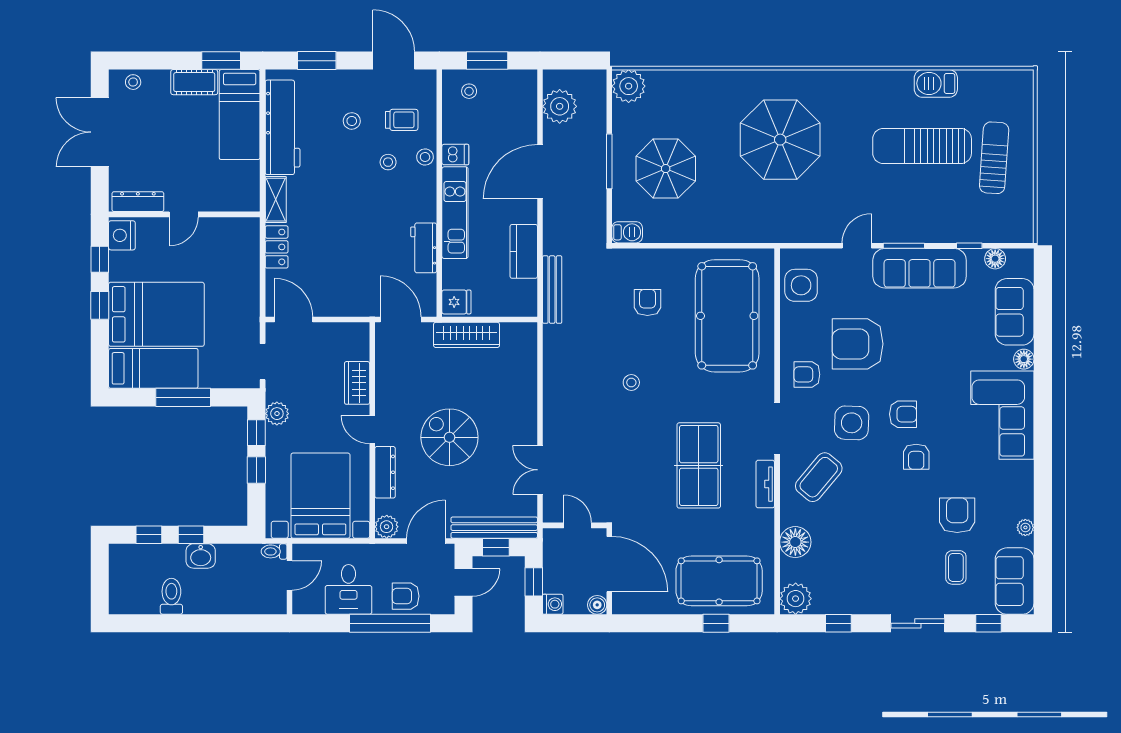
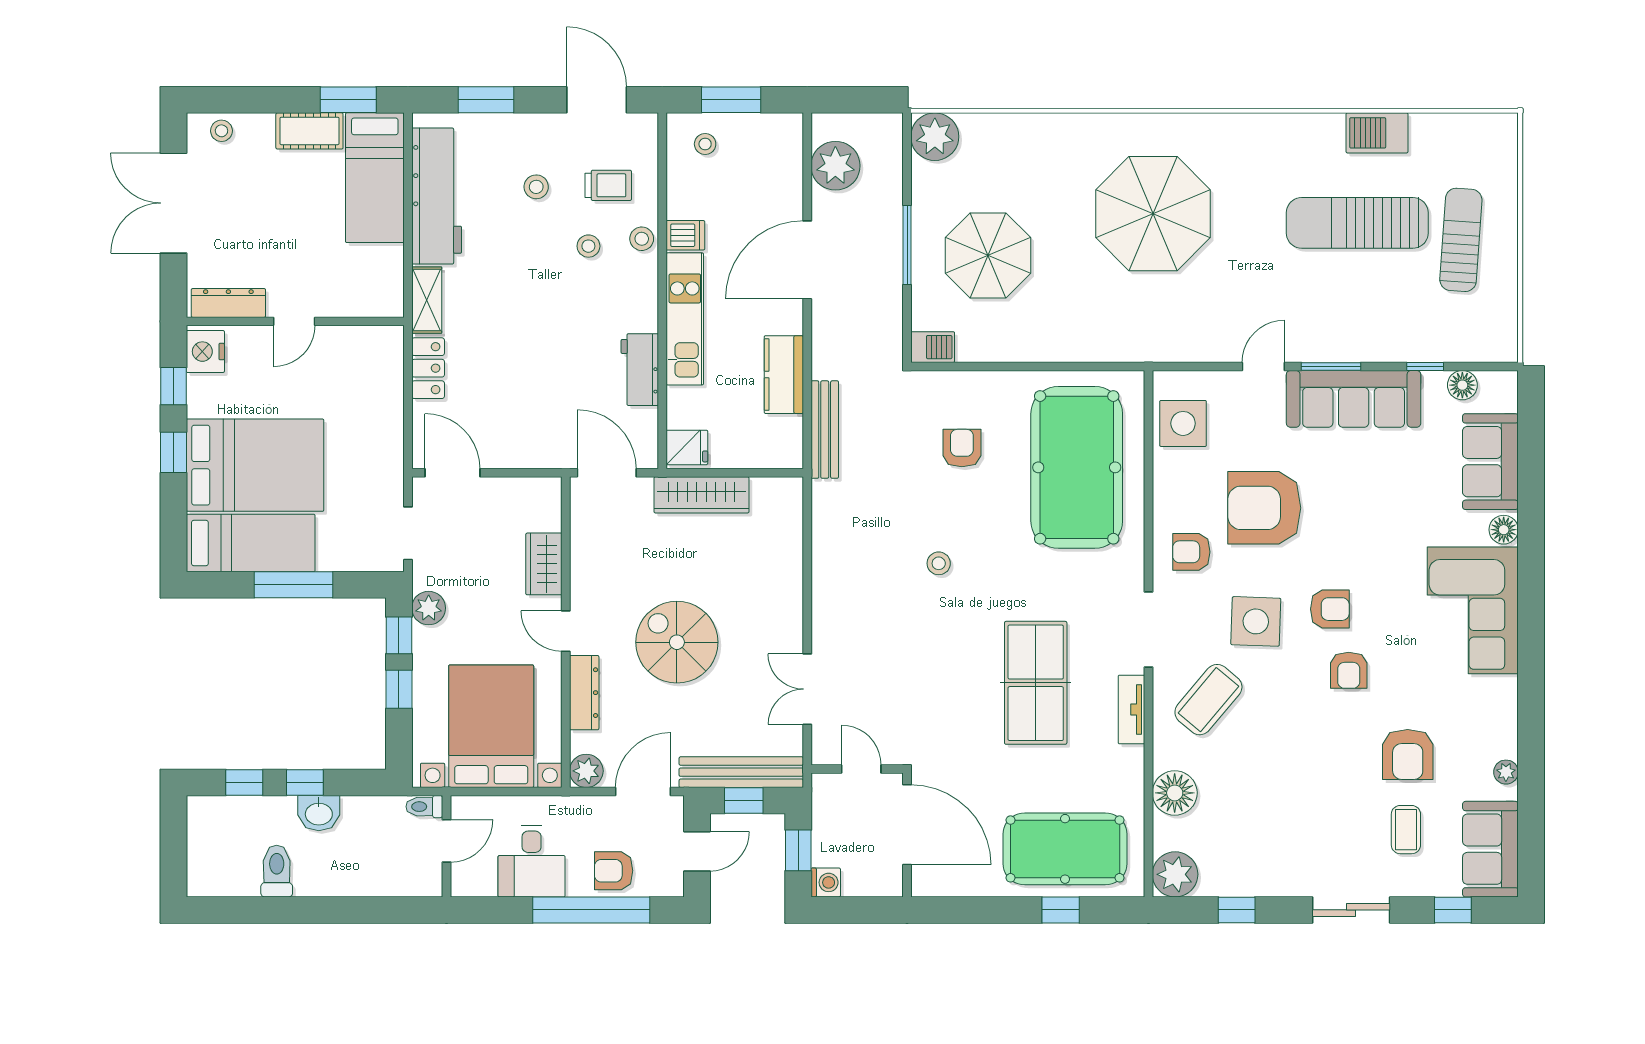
armchair: (957, 515) -> (1408, 754), turned 180
boiler: (597, 605) -> (890, 883), removed

